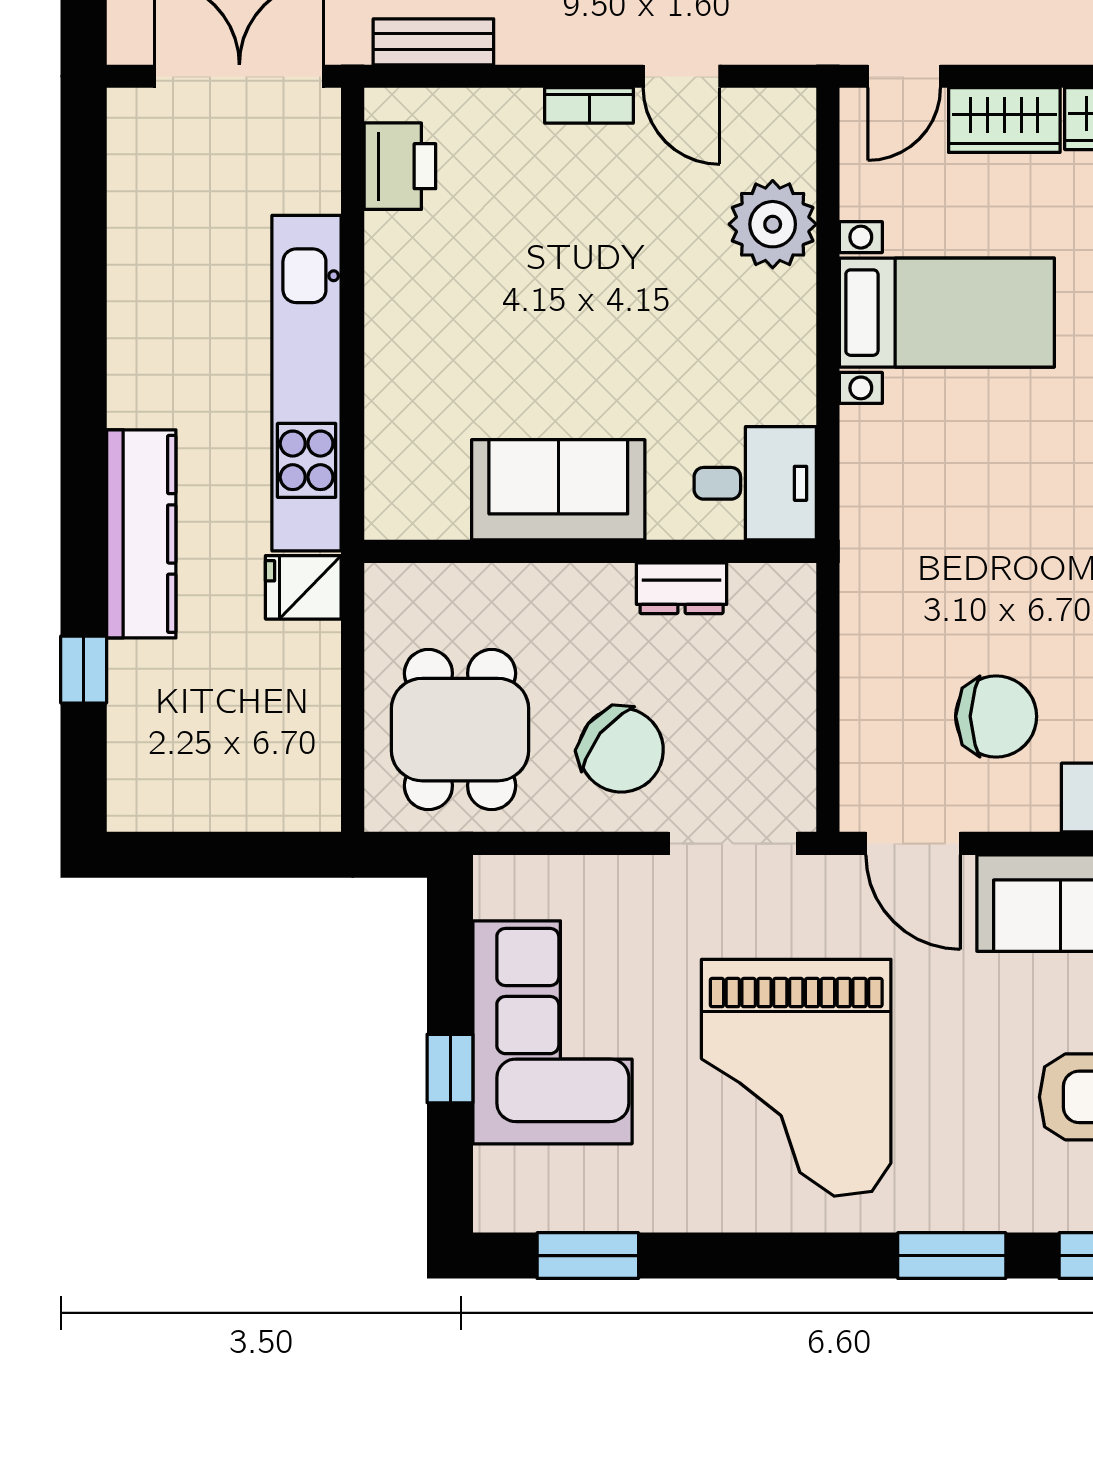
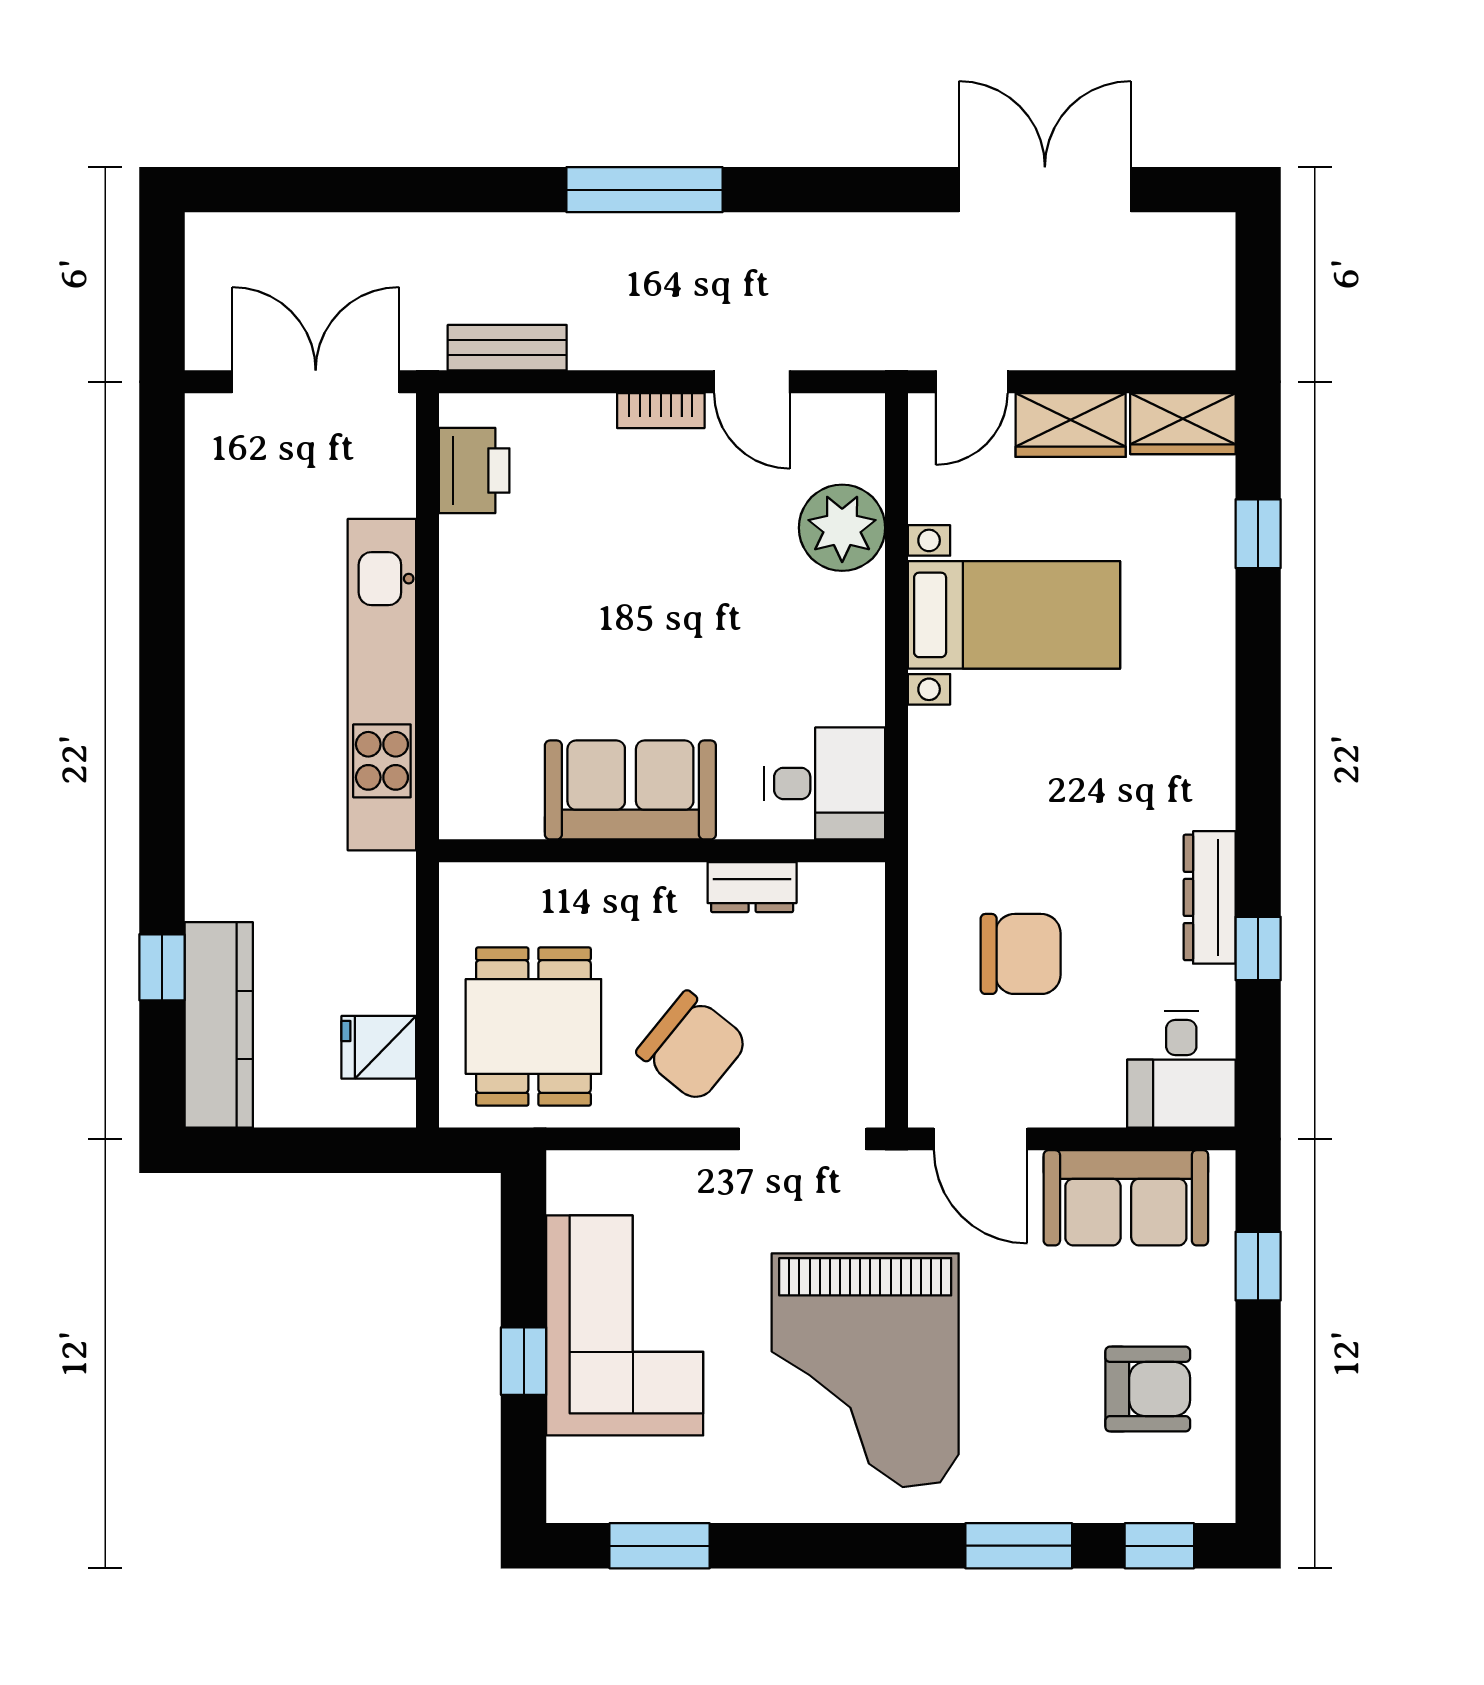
kitchen counter: (141, 534) -> (219, 1025), moved
fridge: (303, 587) -> (379, 1047), moved
chair: (996, 716) -> (1021, 954), moved

